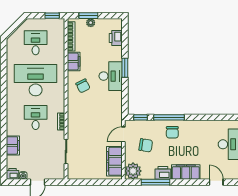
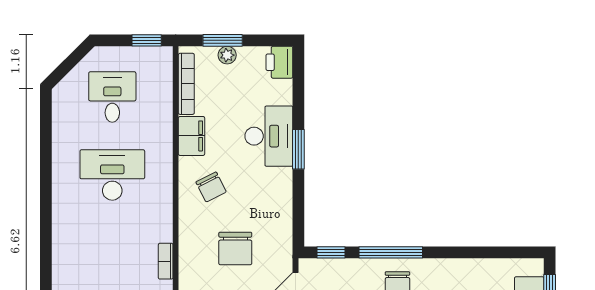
printer: (116, 38) -> (279, 62), moved
desk: (111, 76) -> (269, 136), moved
desk: (36, 80) -> (112, 175), width x0.73, depth x0.77
chair: (95, 115) -> (235, 248), added
desk: (36, 118) -> (112, 253), removed

